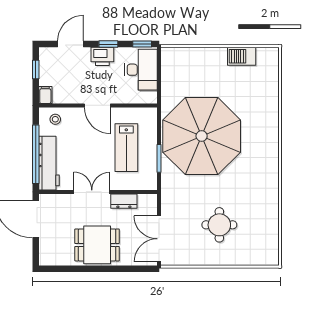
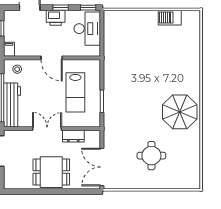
parasol: (202, 136) -> (180, 112), moved, width x0.54, depth x0.54

